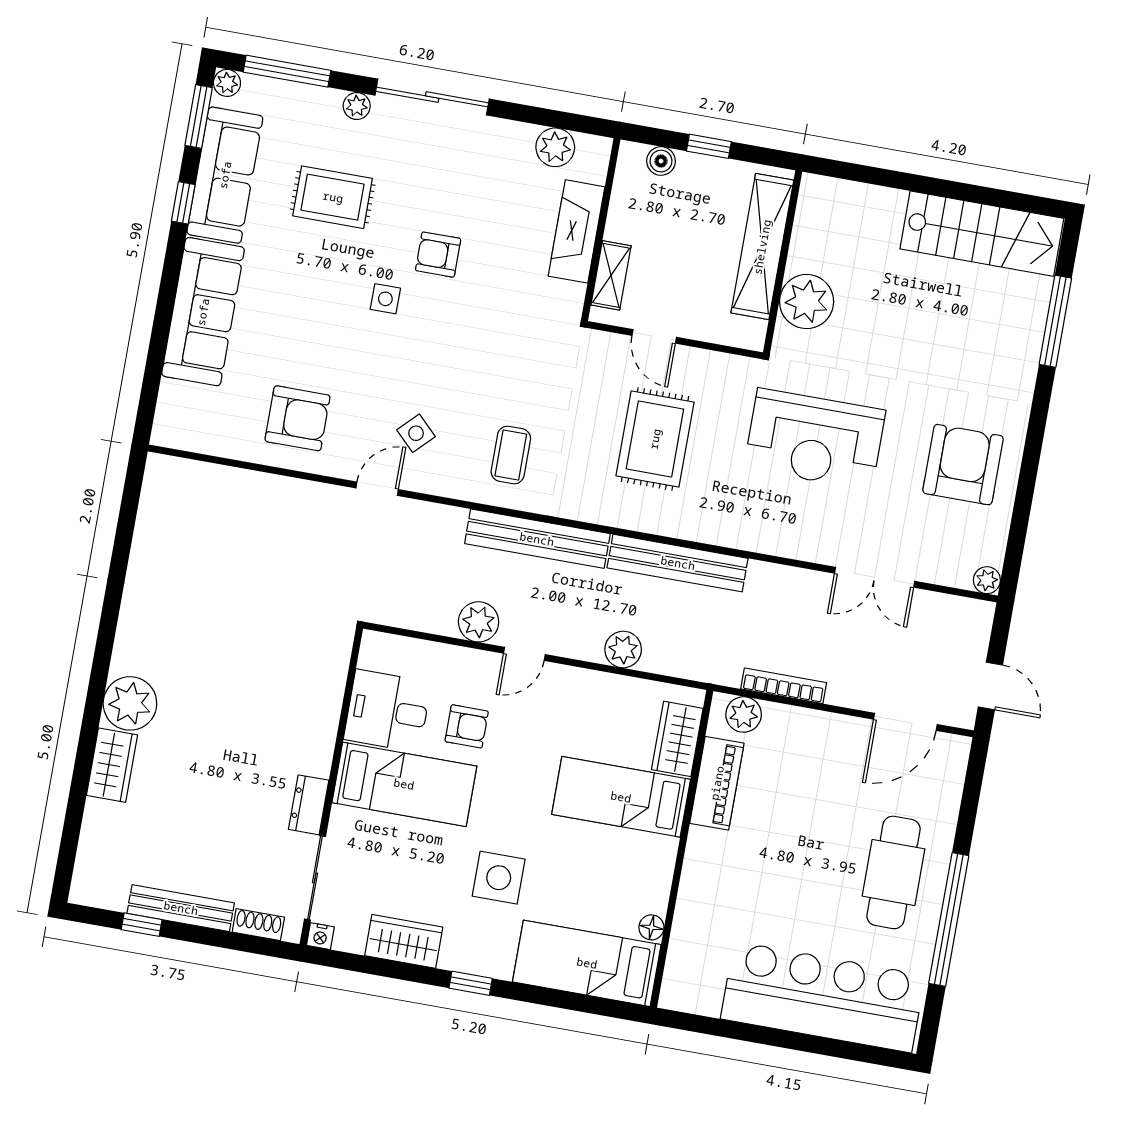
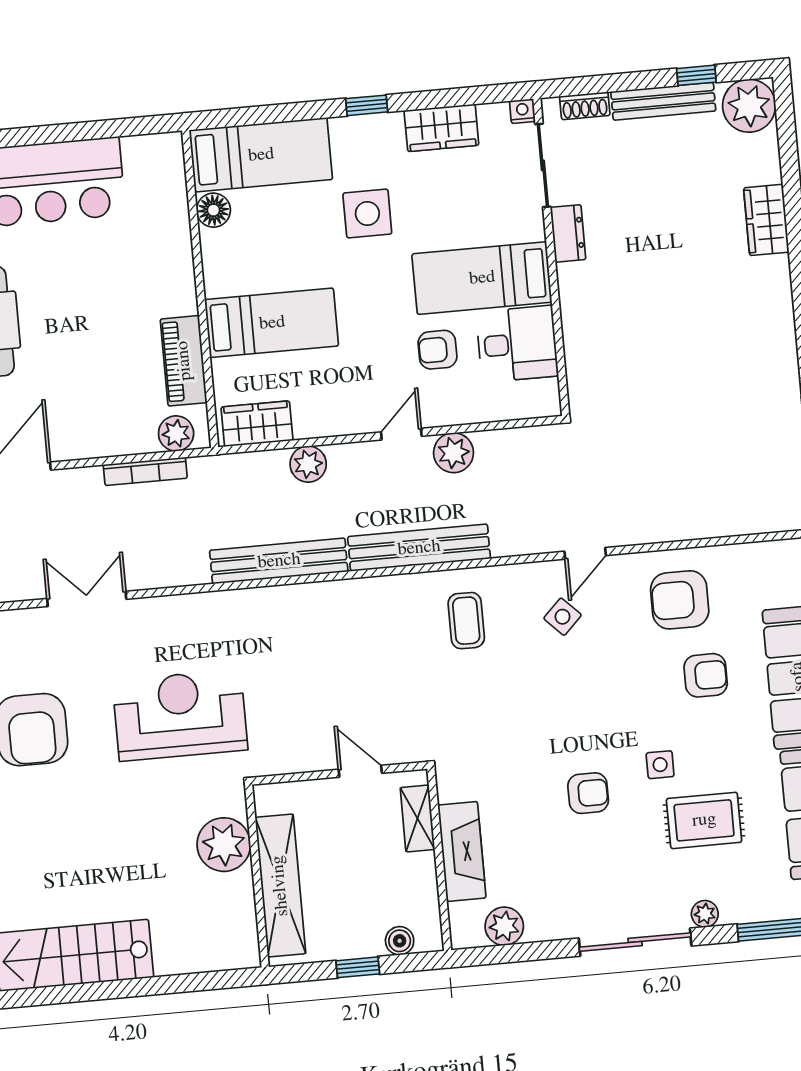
side table: (385, 299) -> (660, 765), moved
armchair: (292, 338) -> (706, 675), added
rug: (655, 439) -> (333, 674), removed
plant: (130, 703) -> (749, 106), moved
wardrobe: (677, 739) -> (257, 424), moved, turned -90
floor lamp: (651, 927) -> (213, 210), width x1.37, depth x1.37

